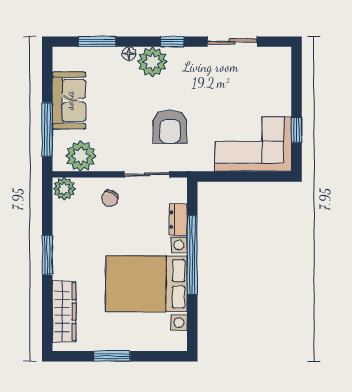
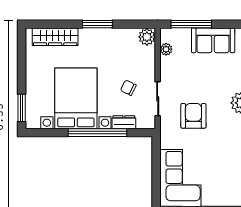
armchair: (170, 127) -> (193, 116), turned 90
plant: (81, 156) -> (166, 49), width x0.53, depth x0.53
chair: (110, 198) -> (128, 88), moved
window: (112, 356) -> (22, 108), moved

